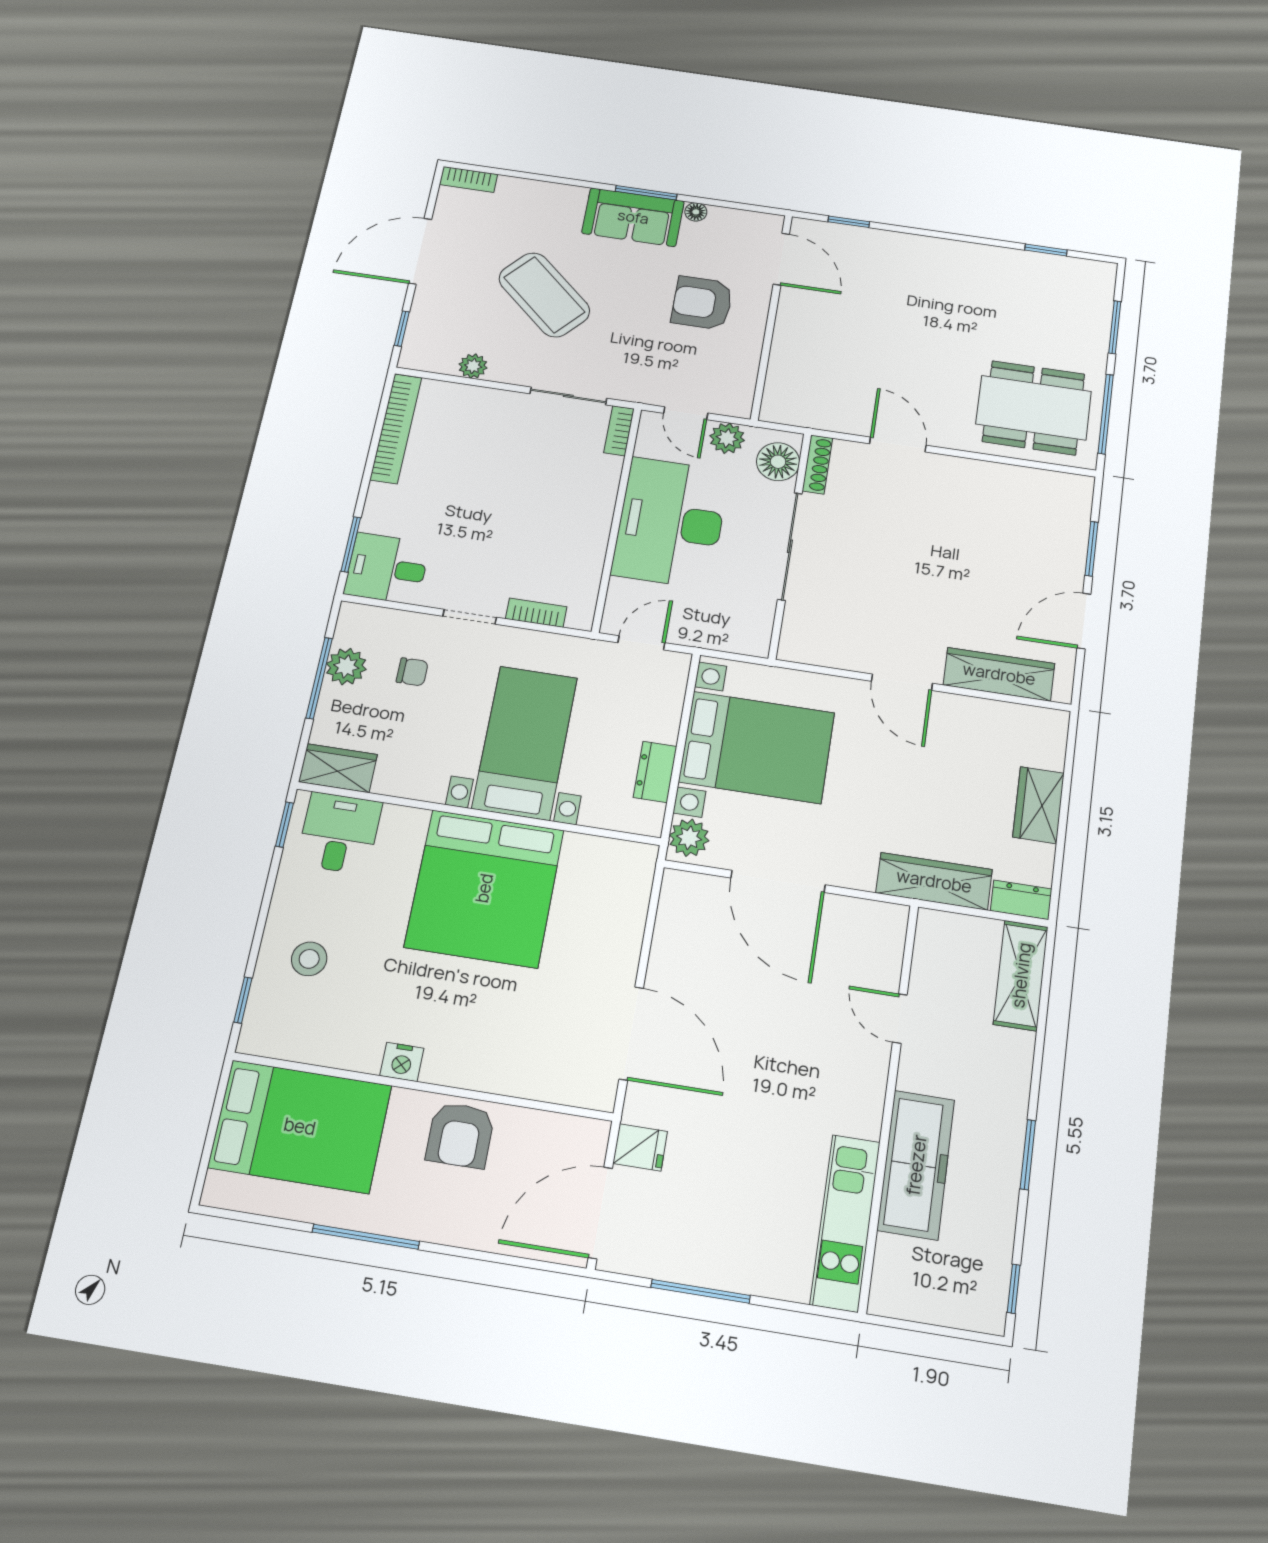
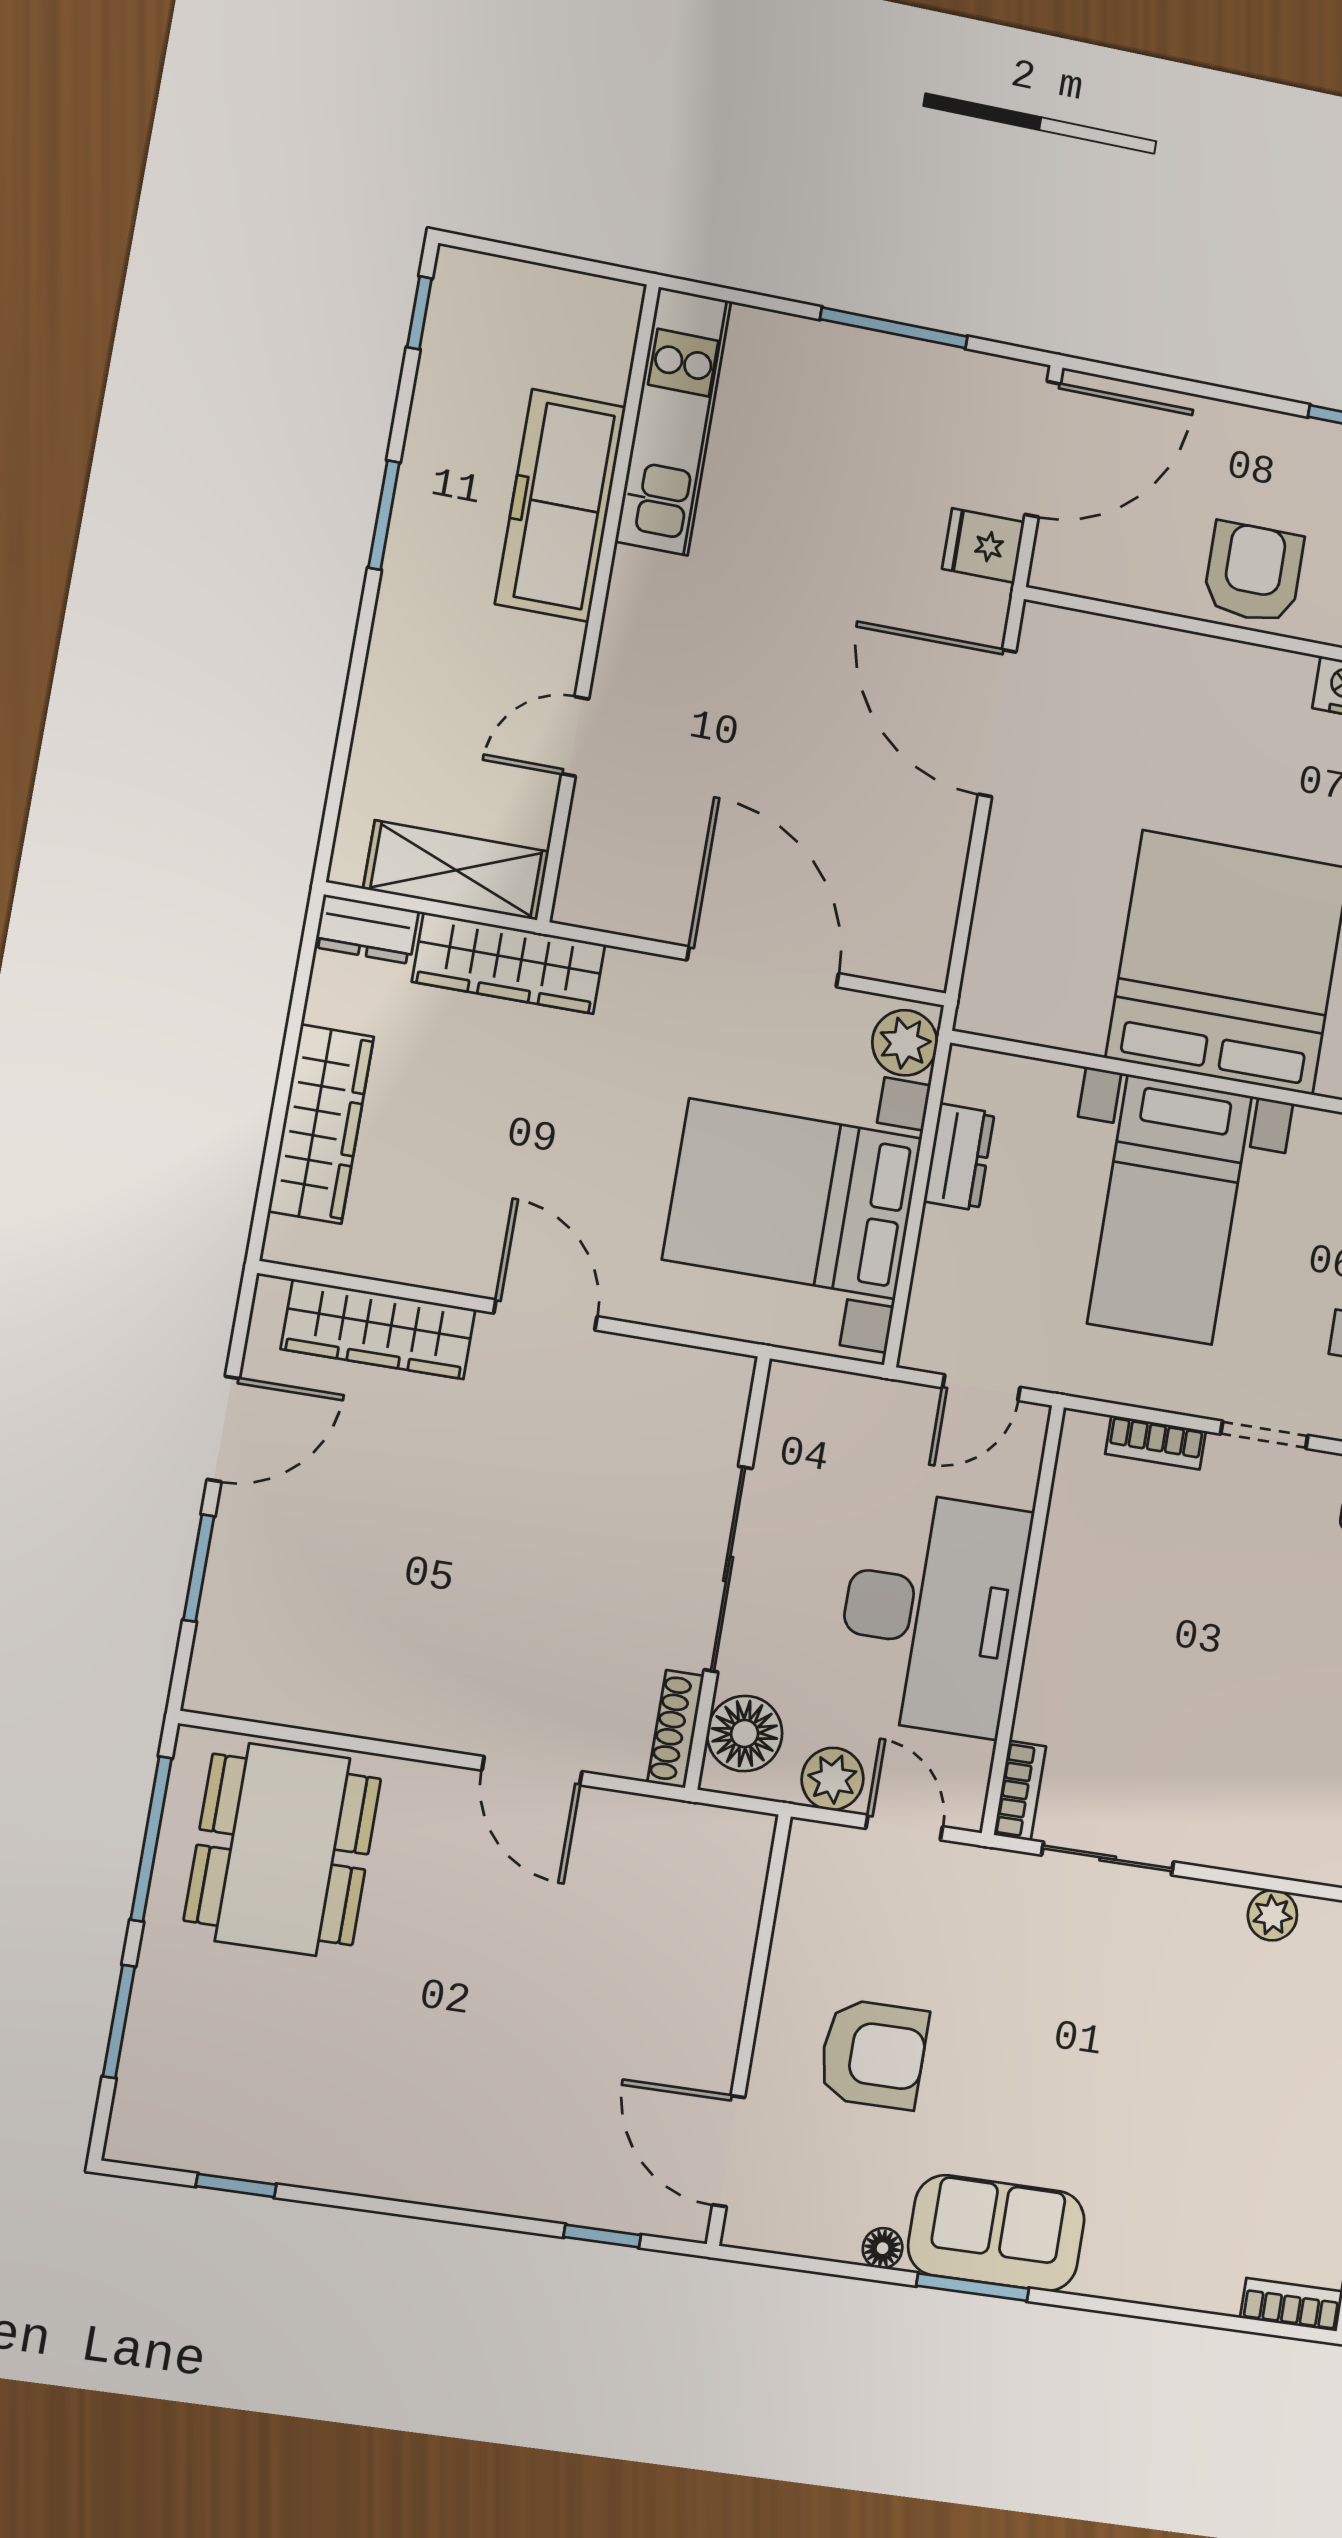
coffee table: (544, 295) -> (1152, 2064), removed
dining table: (1034, 408) -> (283, 1850), turned 90
wardrobe: (1039, 805) -> (321, 1124), width x1.50
shelving: (1021, 975) -> (456, 870), moved, turned 90
door: (900, 1019) -> (575, 736), swing flipped

